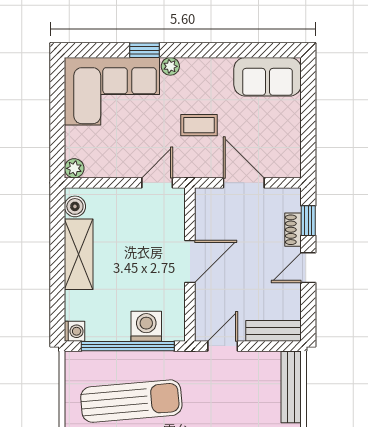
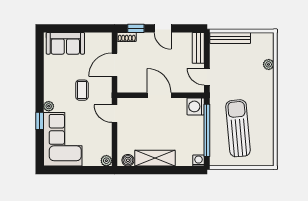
sofa: (268, 77) -> (65, 43), moved, turned 90
shoe rack: (293, 230) -> (127, 37), moved
washing machine: (146, 326) -> (196, 106), moved

